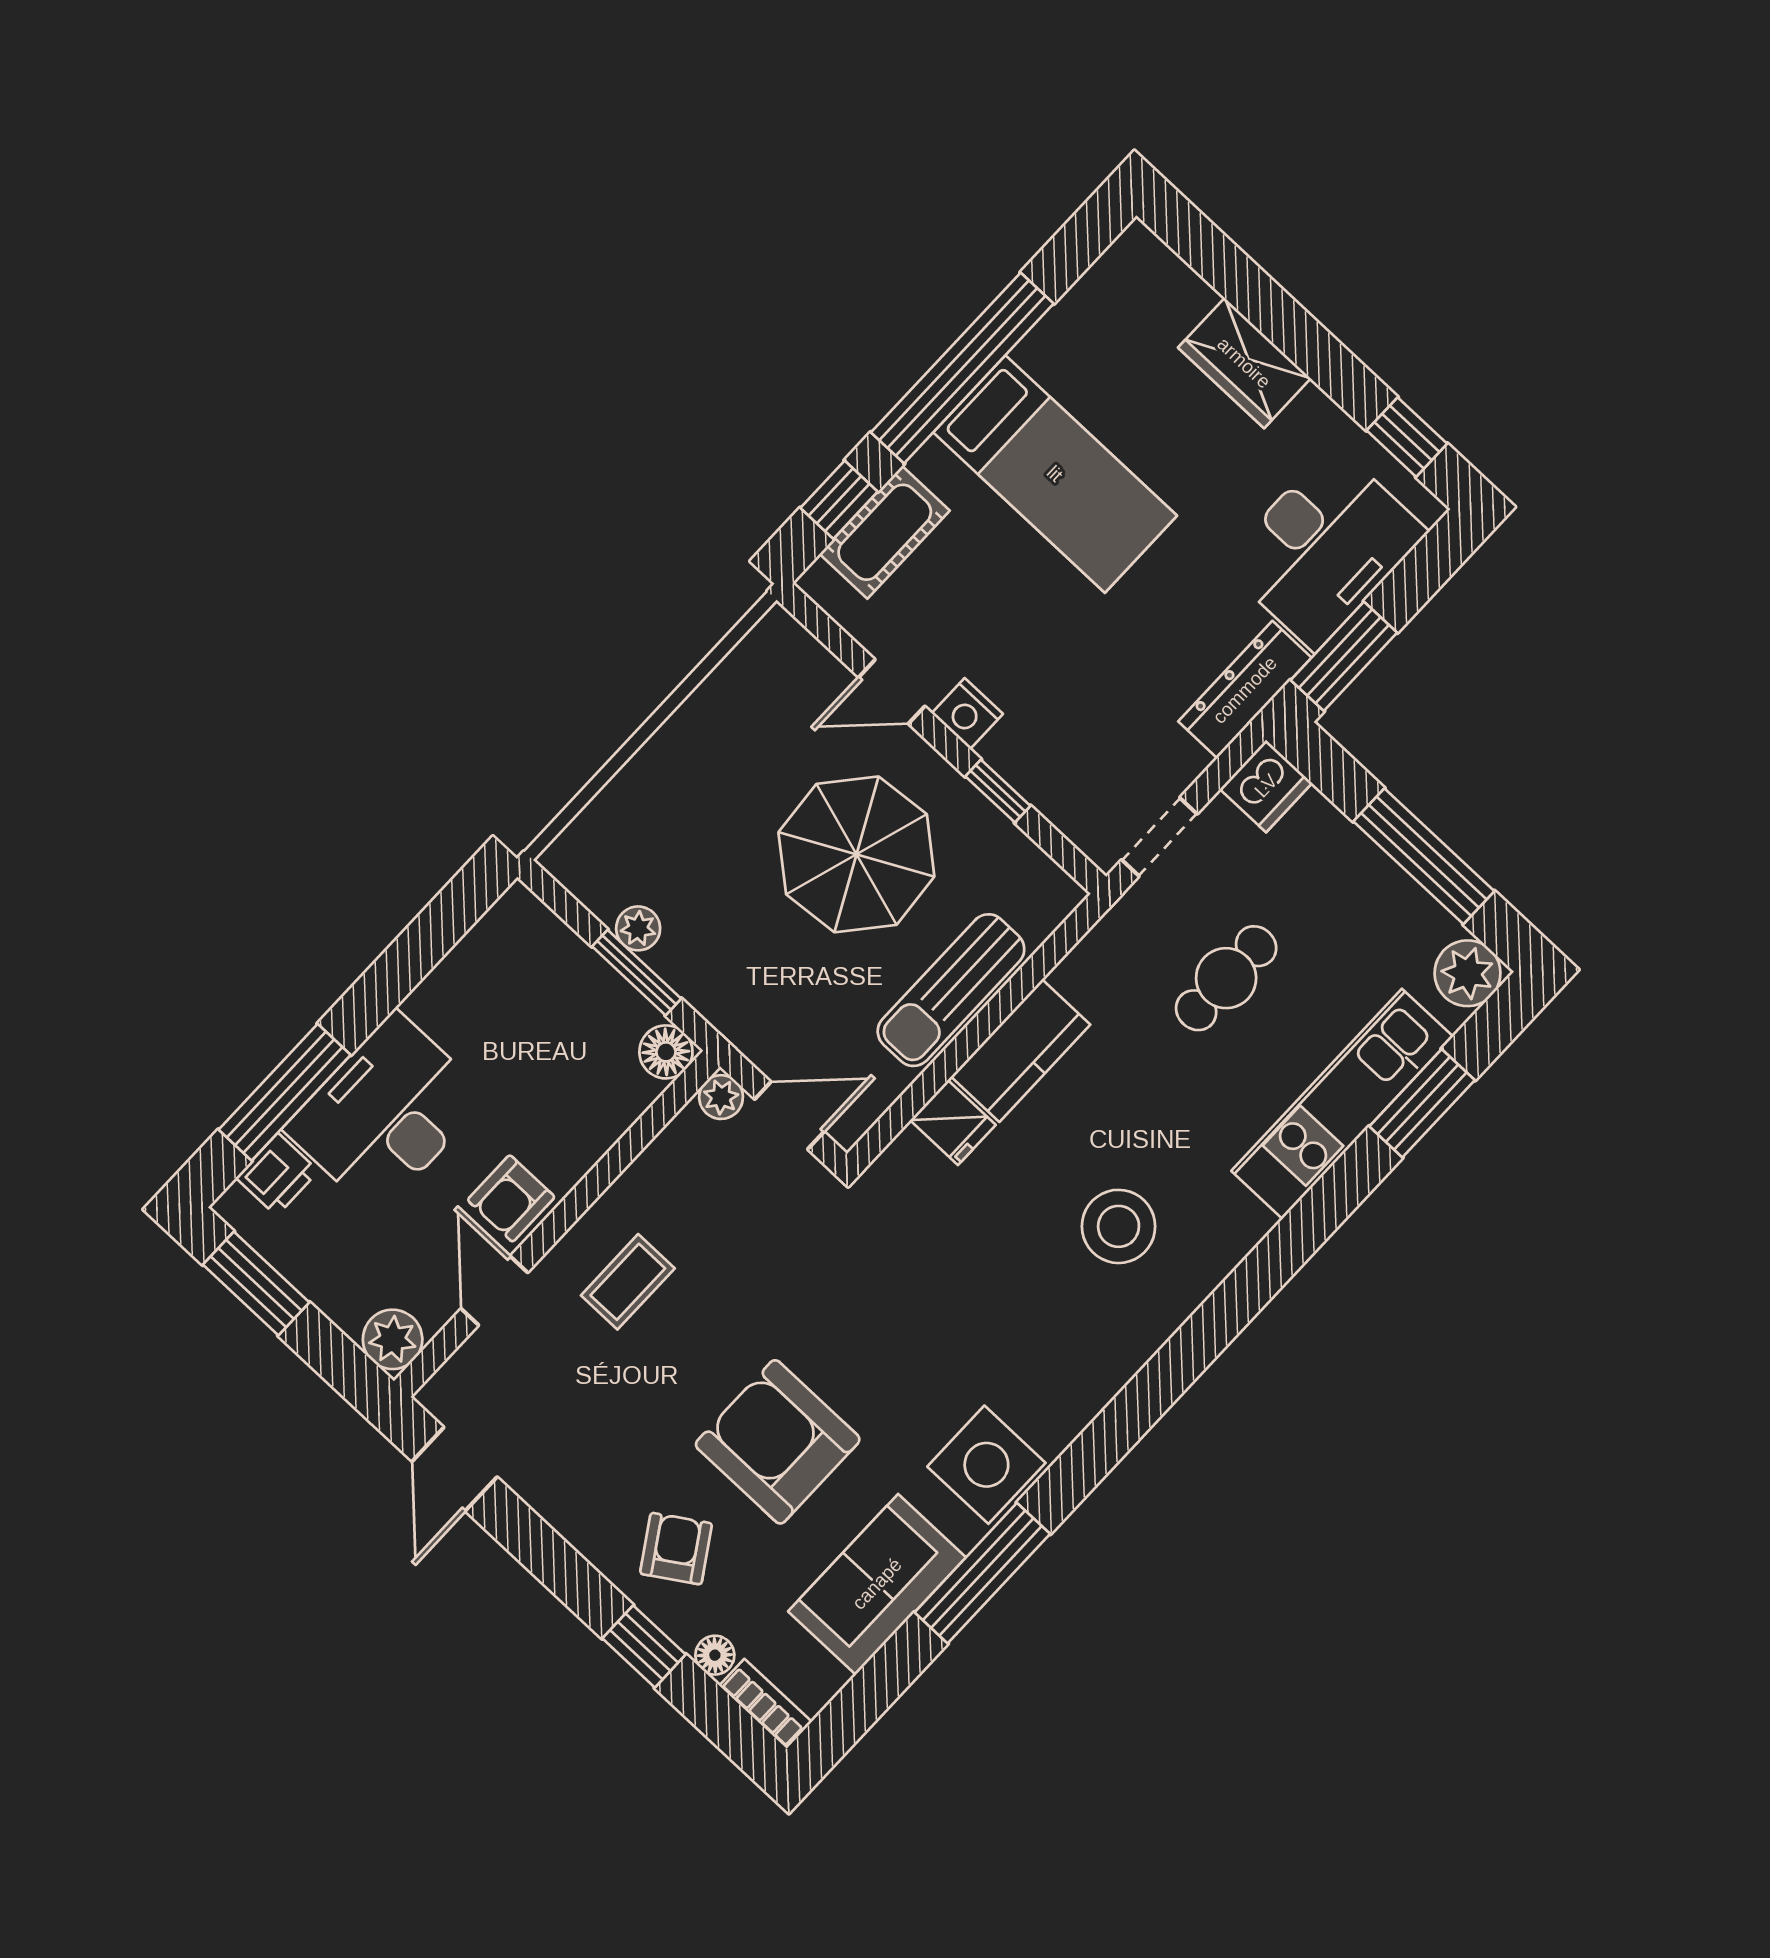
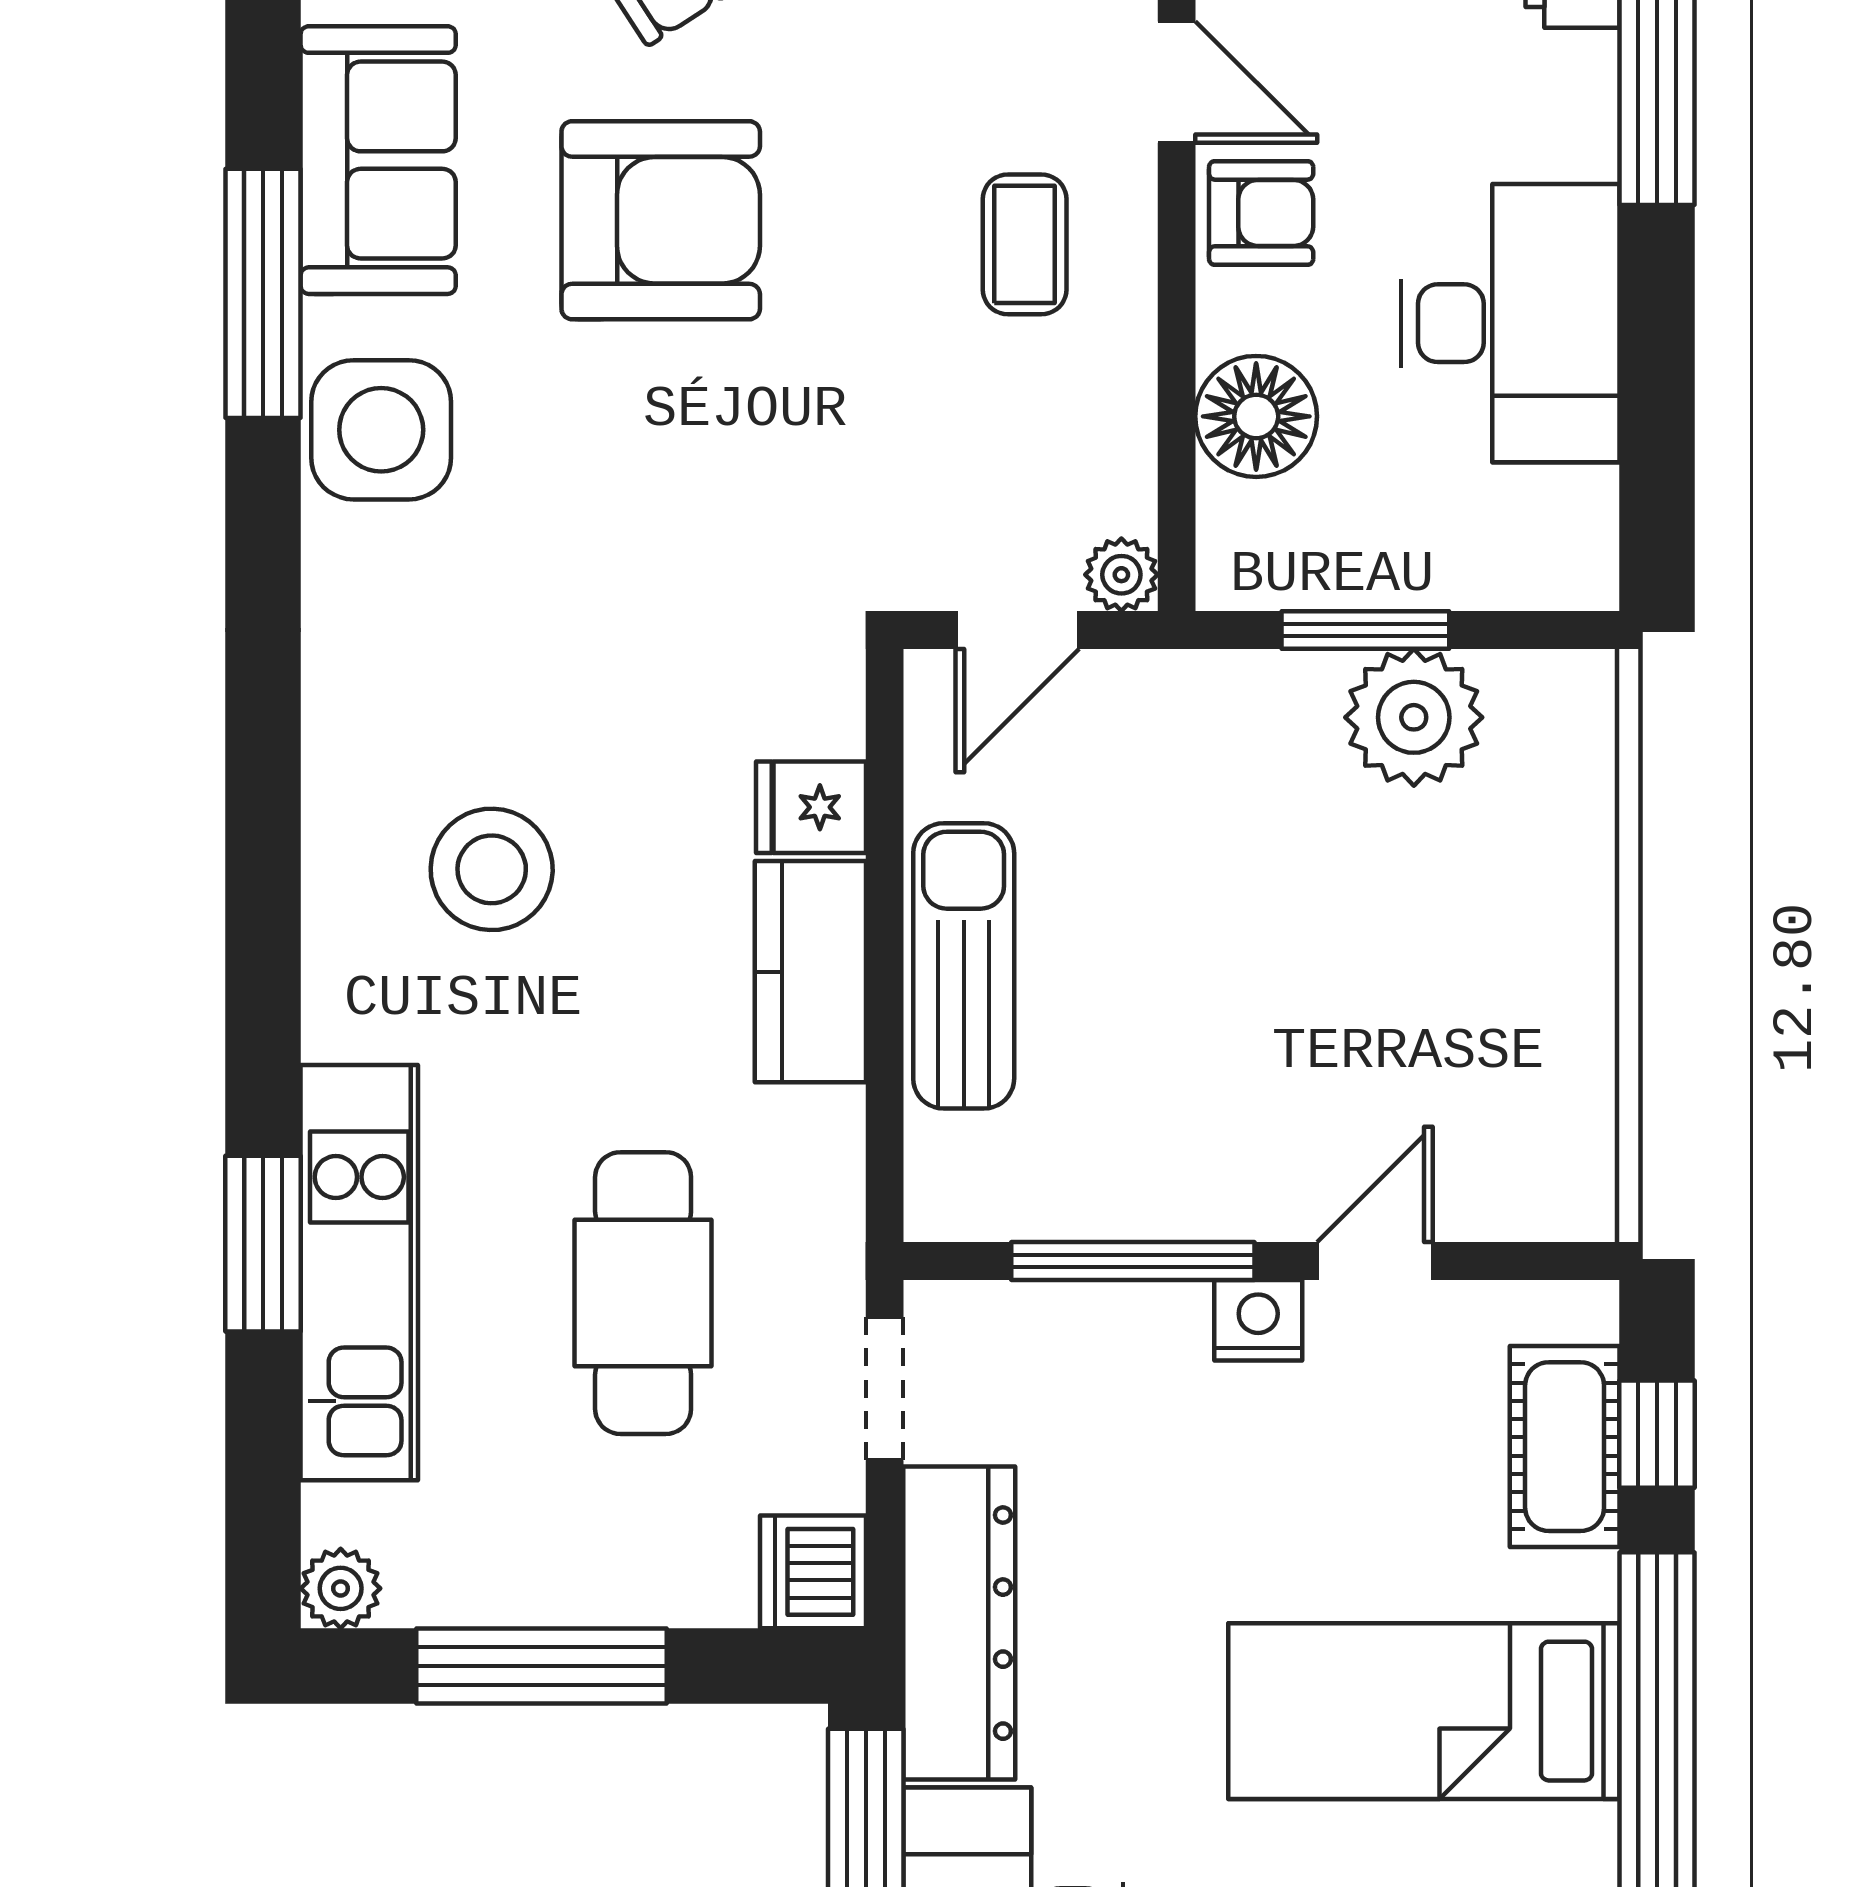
dresser: (1245, 690) -> (959, 1623), width x1.37, depth x1.24
window: (998, 791) -> (1133, 1261), width x2.17
parasol: (856, 854) -> (1233, 1023), removed
plant: (638, 928) -> (1414, 717), width x1.88, depth x1.88
plant: (1468, 973) -> (341, 1588), width x0.73, depth x0.73
cafe table: (1226, 978) -> (643, 1293), width x1.37, depth x1.35
floor lamp: (666, 1052) -> (1256, 416), moved, width x1.38, depth x1.38
window: (1422, 1103) -> (263, 1244), moved
desk: (386, 1113) -> (1510, 323), moved
armchair: (511, 1198) -> (1261, 213), turned 90

